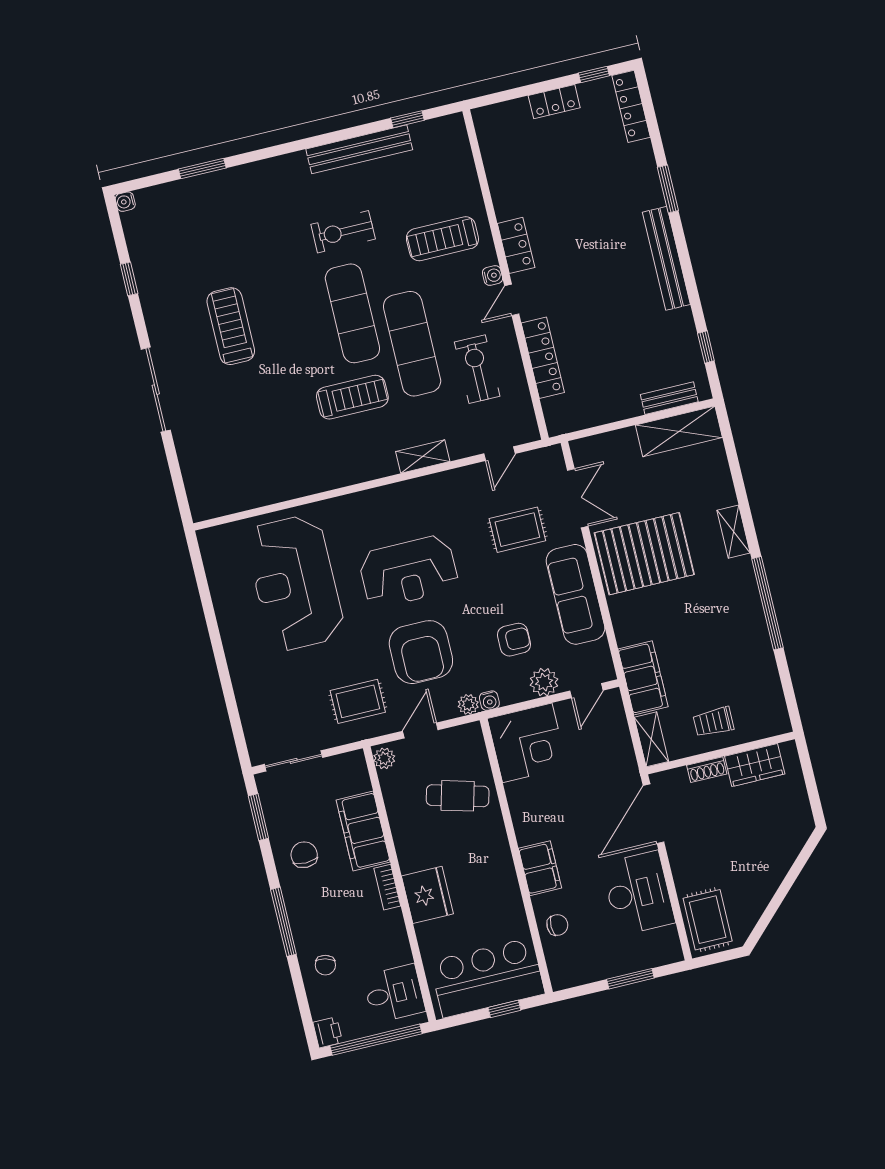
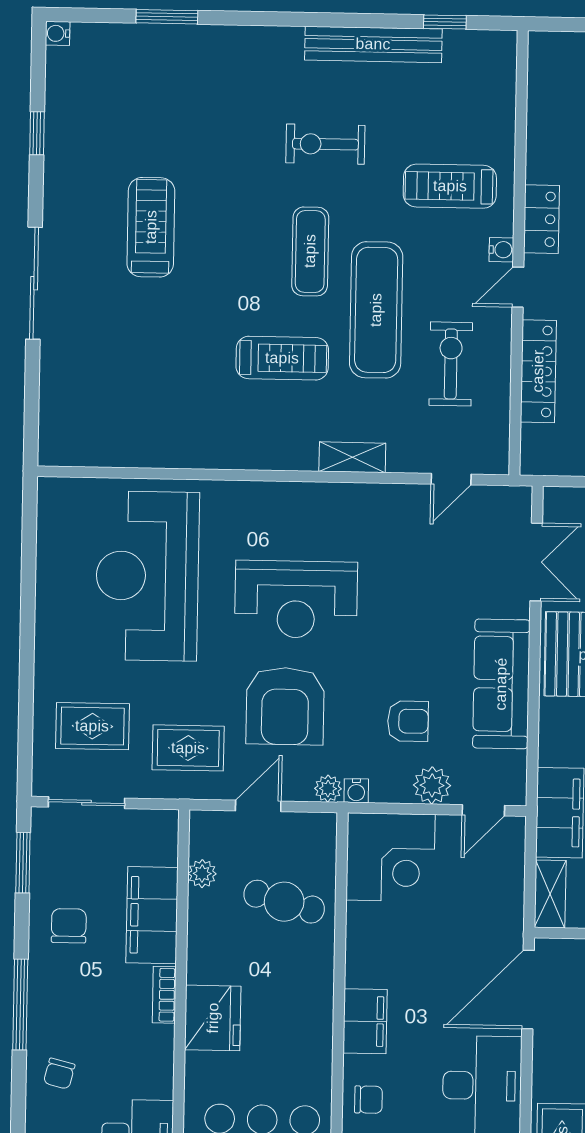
exercise mat: (352, 313) -> (310, 251), width x0.73, depth x0.69
rug: (517, 530) -> (92, 726), moved
plant: (384, 758) -> (202, 874), moved

